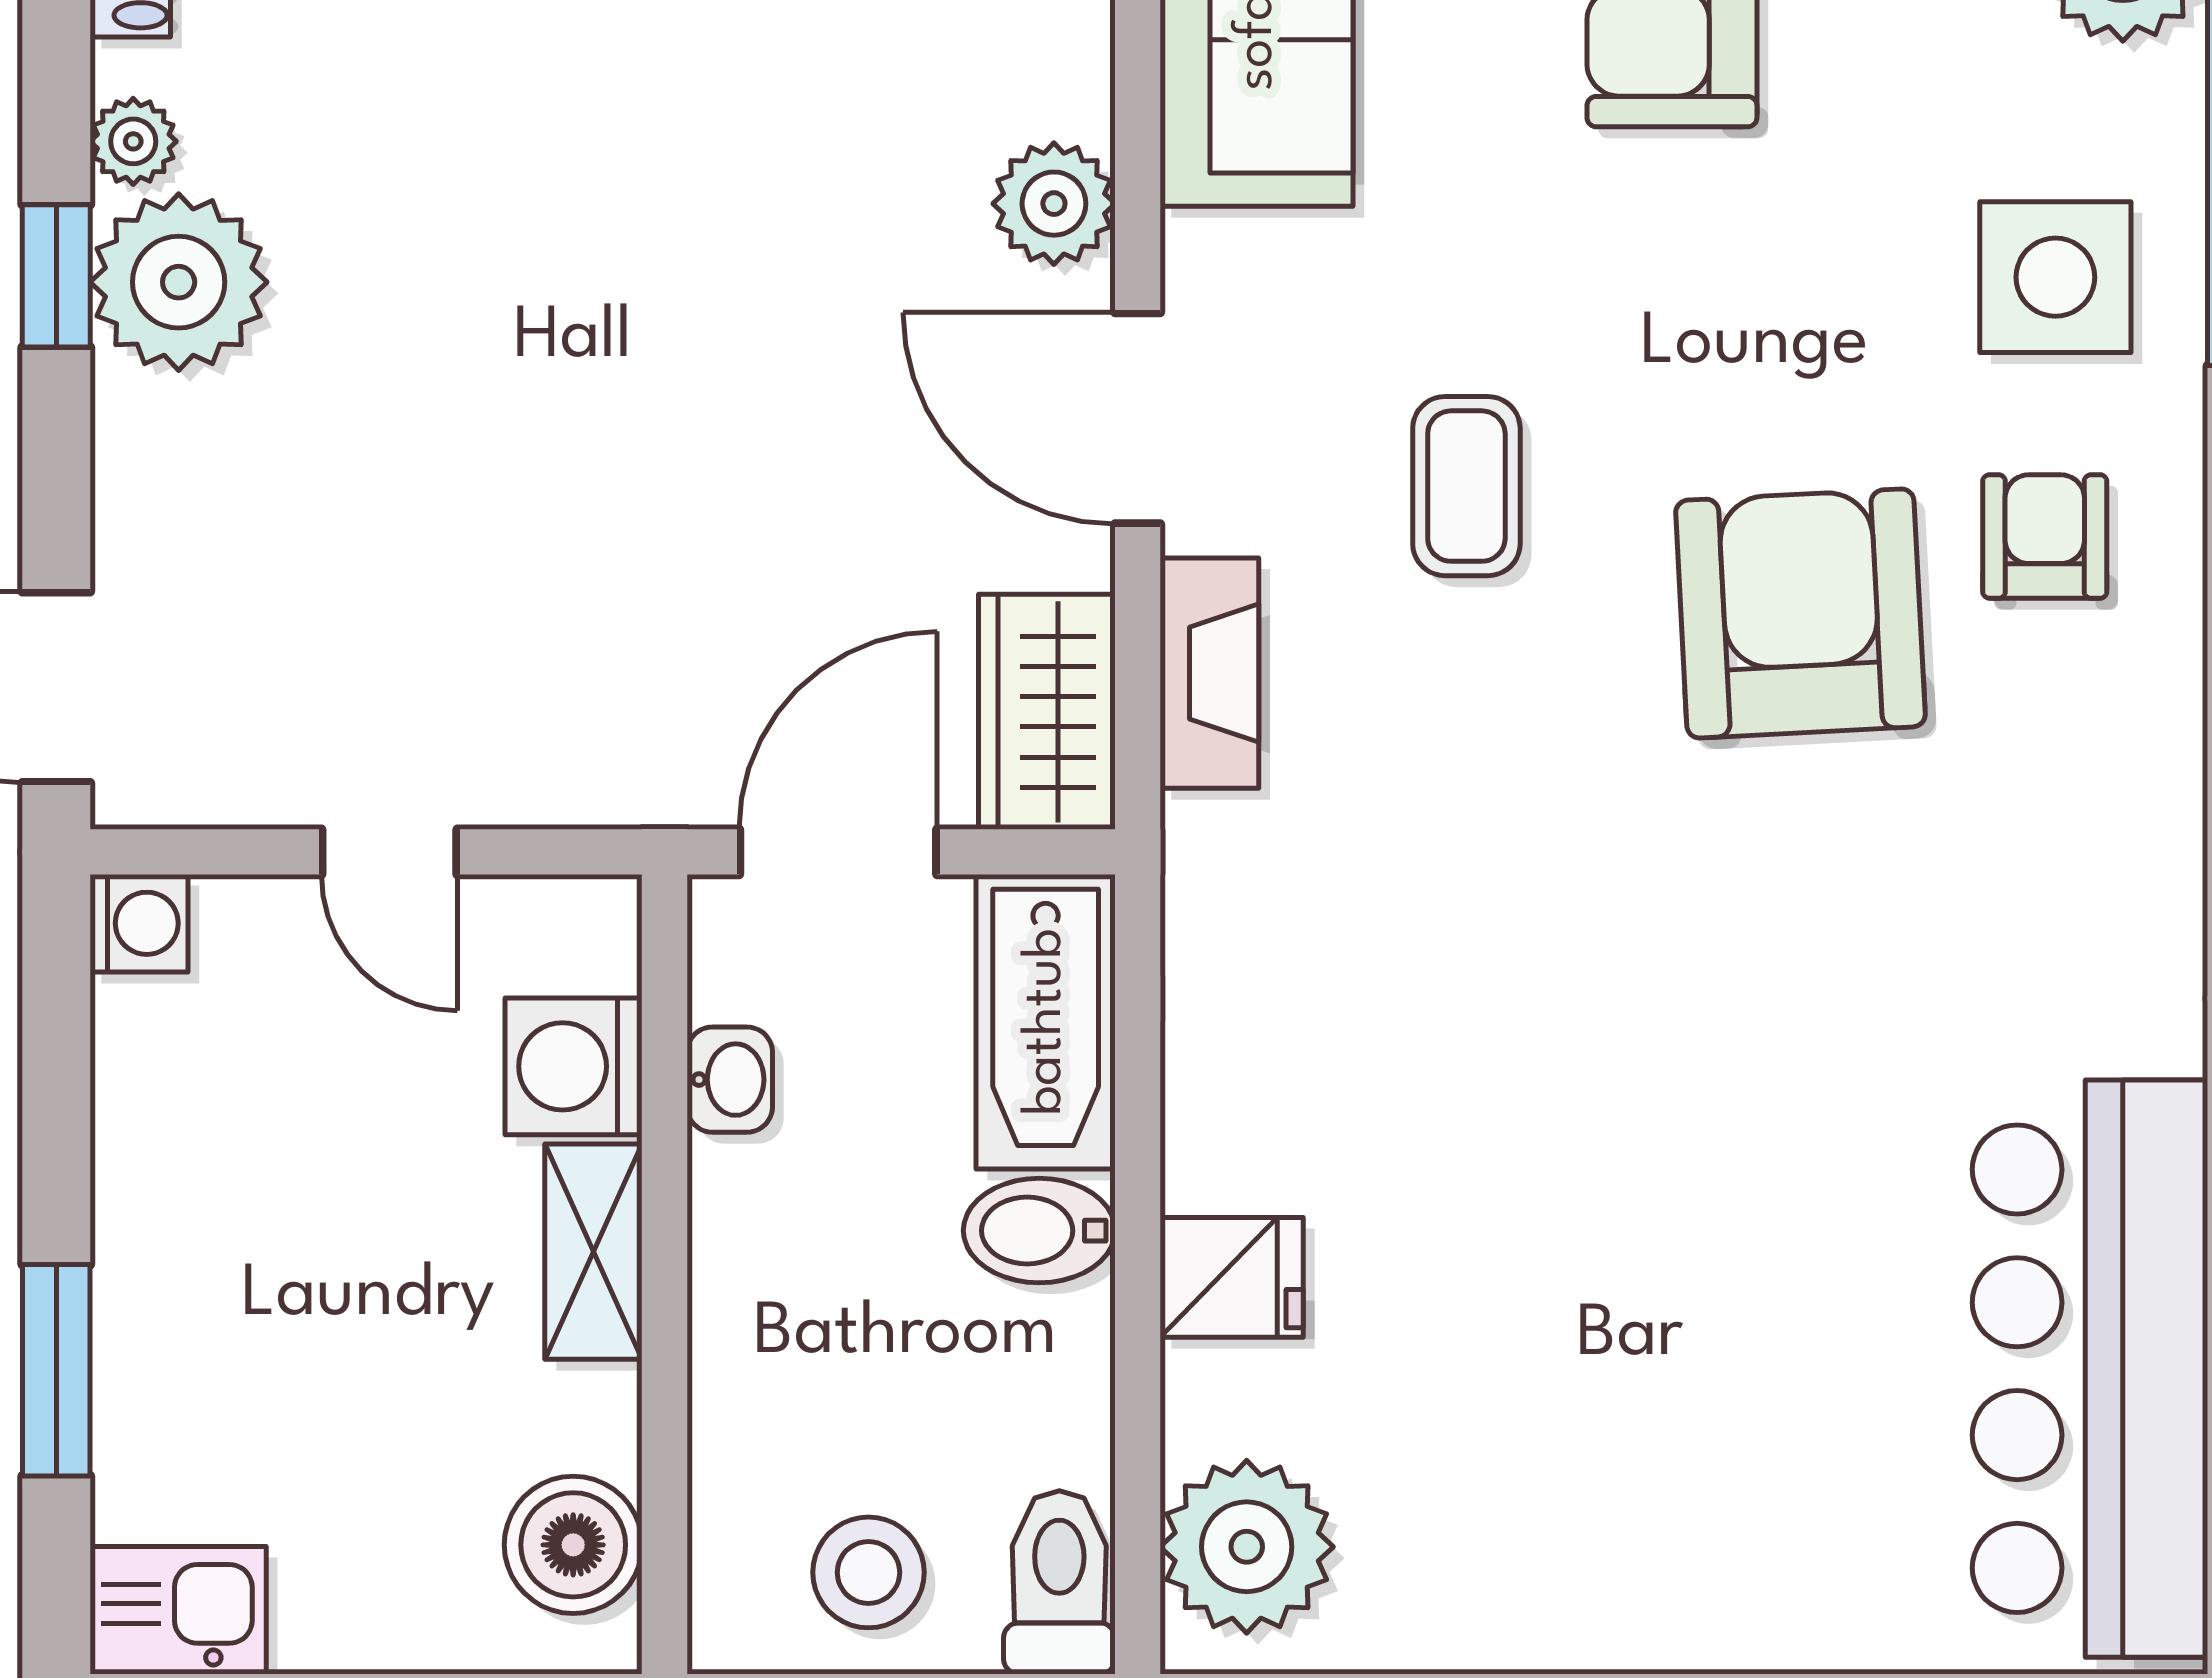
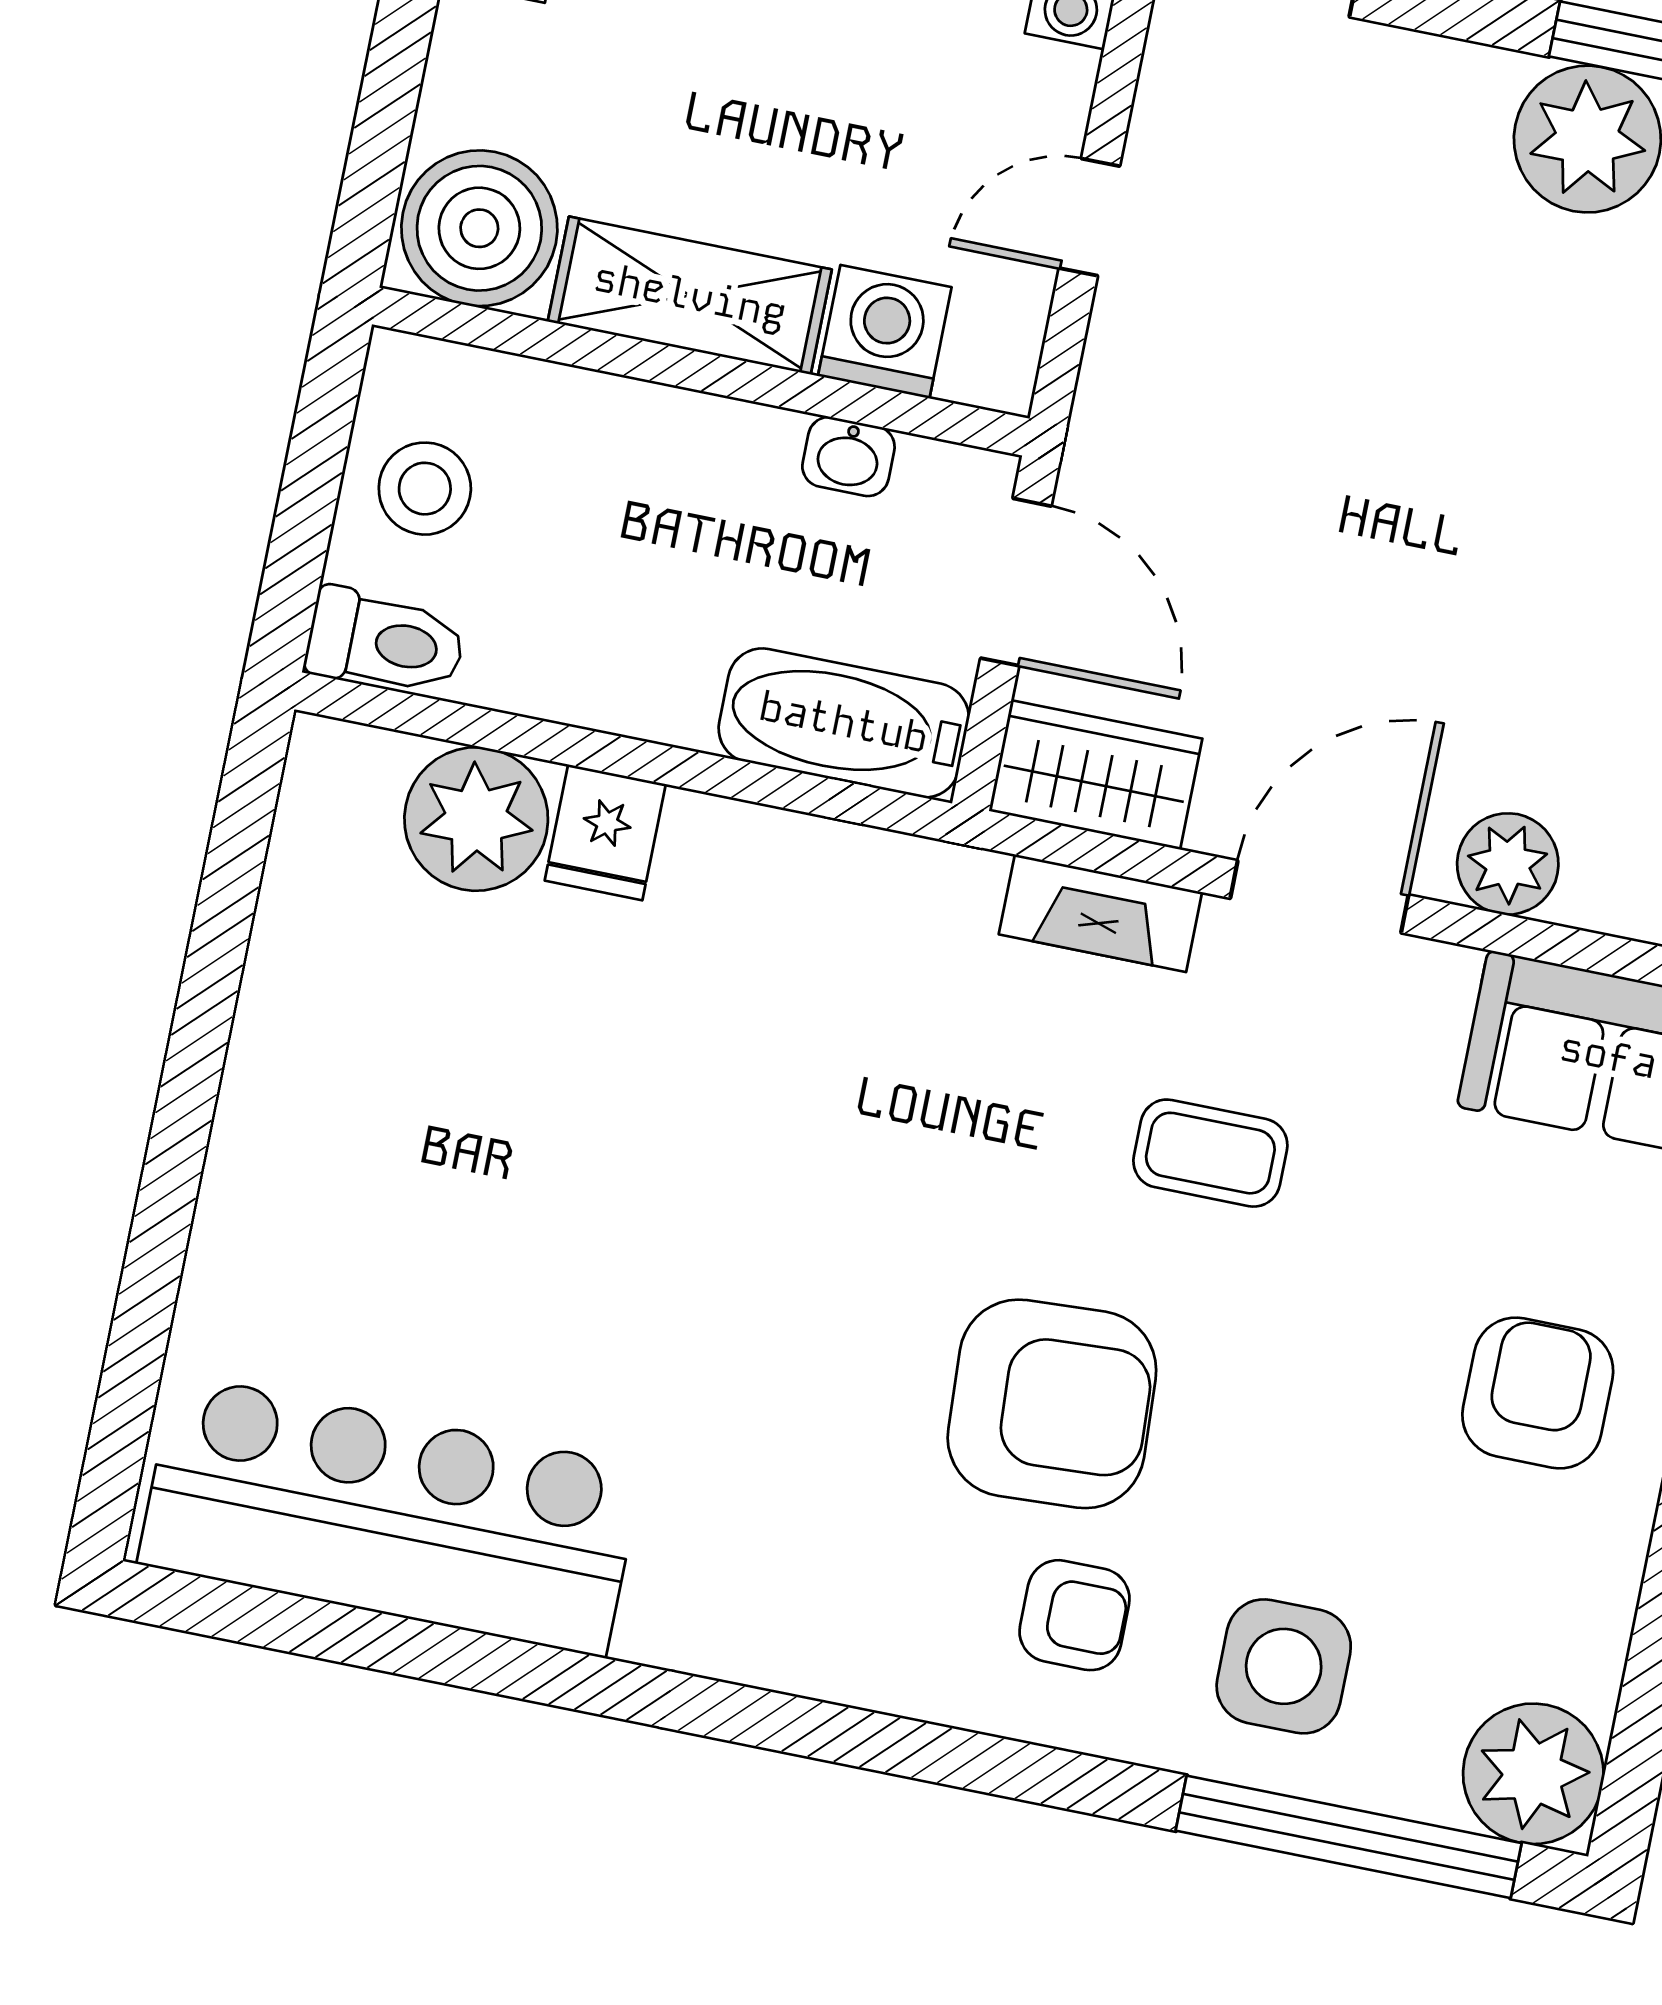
bidet: (1039, 1231) -> (675, 684), removed
shelving: (593, 1252) -> (690, 296), width x1.50, depth x1.33
boiler: (573, 1545) -> (479, 228), width x1.37, depth x1.37
plant: (1247, 1547) -> (476, 819), moved

